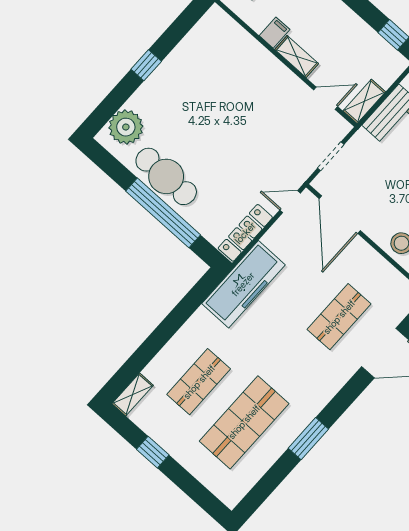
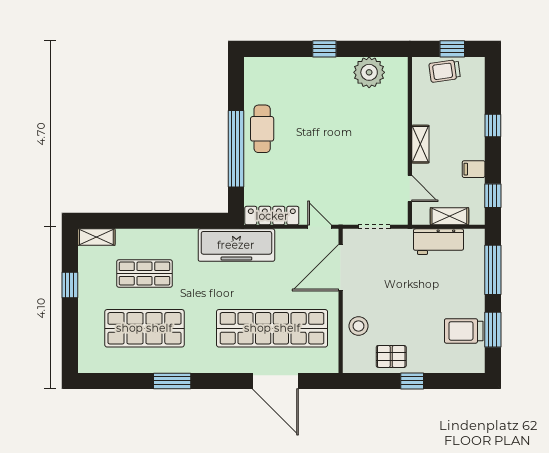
filing cabinet: (275, 33) -> (474, 169), moved, turned 180
shelving: (364, 101) -> (449, 216), moved
plant: (126, 127) -> (369, 72), moved
cafe table: (166, 176) -> (262, 129), width x0.73, depth x0.74
shop shelf: (339, 317) -> (272, 328), width x2.00, depth x1.36

